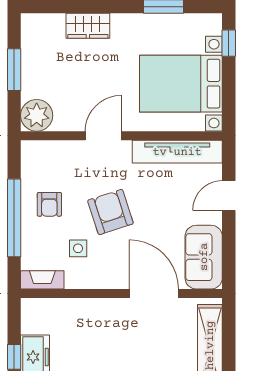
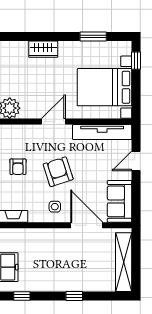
side table: (78, 248) -> (55, 207), moved

